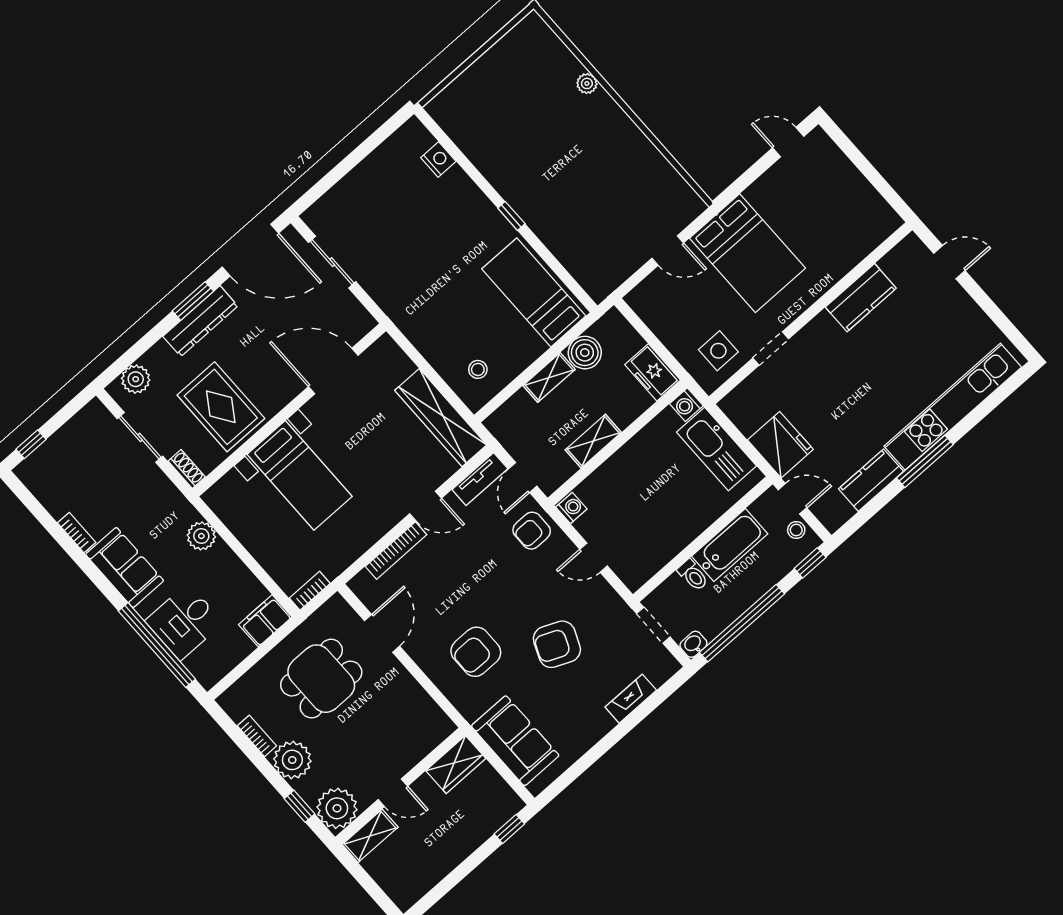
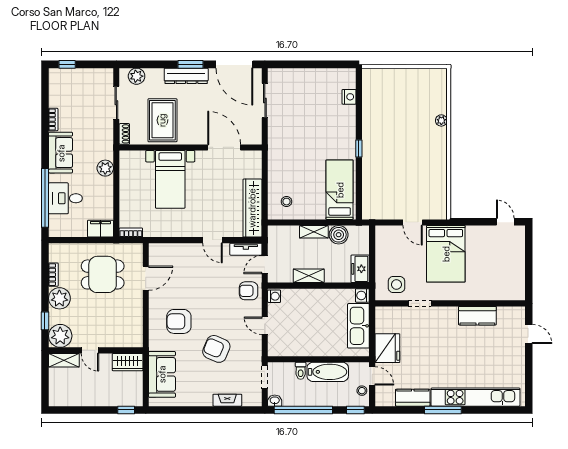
bookcase: (396, 550) -> (183, 248), removed

